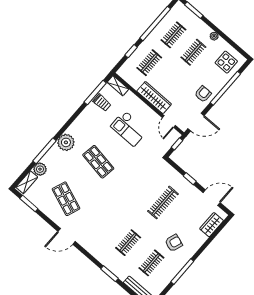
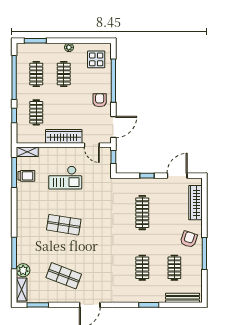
plant: (66, 142) -> (25, 232), removed
wardrobe: (212, 225) -> (195, 203), width x1.50
armchair: (174, 243) -> (189, 239), moved

